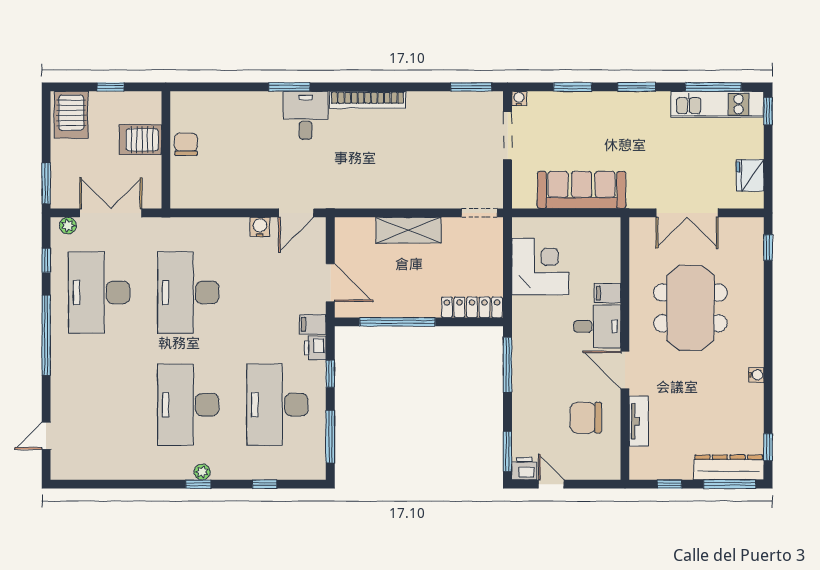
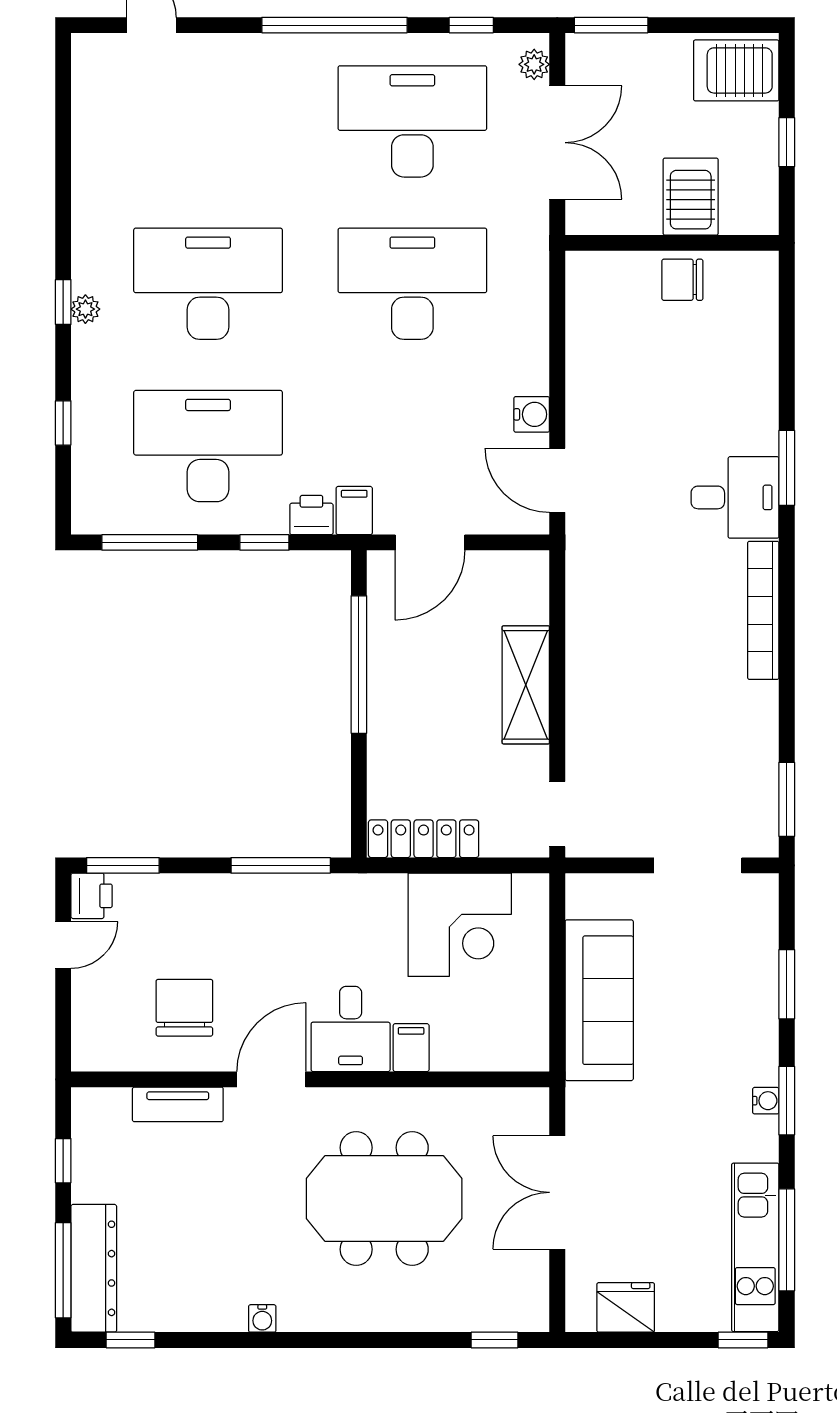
water cooler: (519, 98) -> (766, 1101), moved
chair: (186, 144) -> (682, 280), turned 180
locker: (472, 307) -> (424, 839), moved, turned -90

